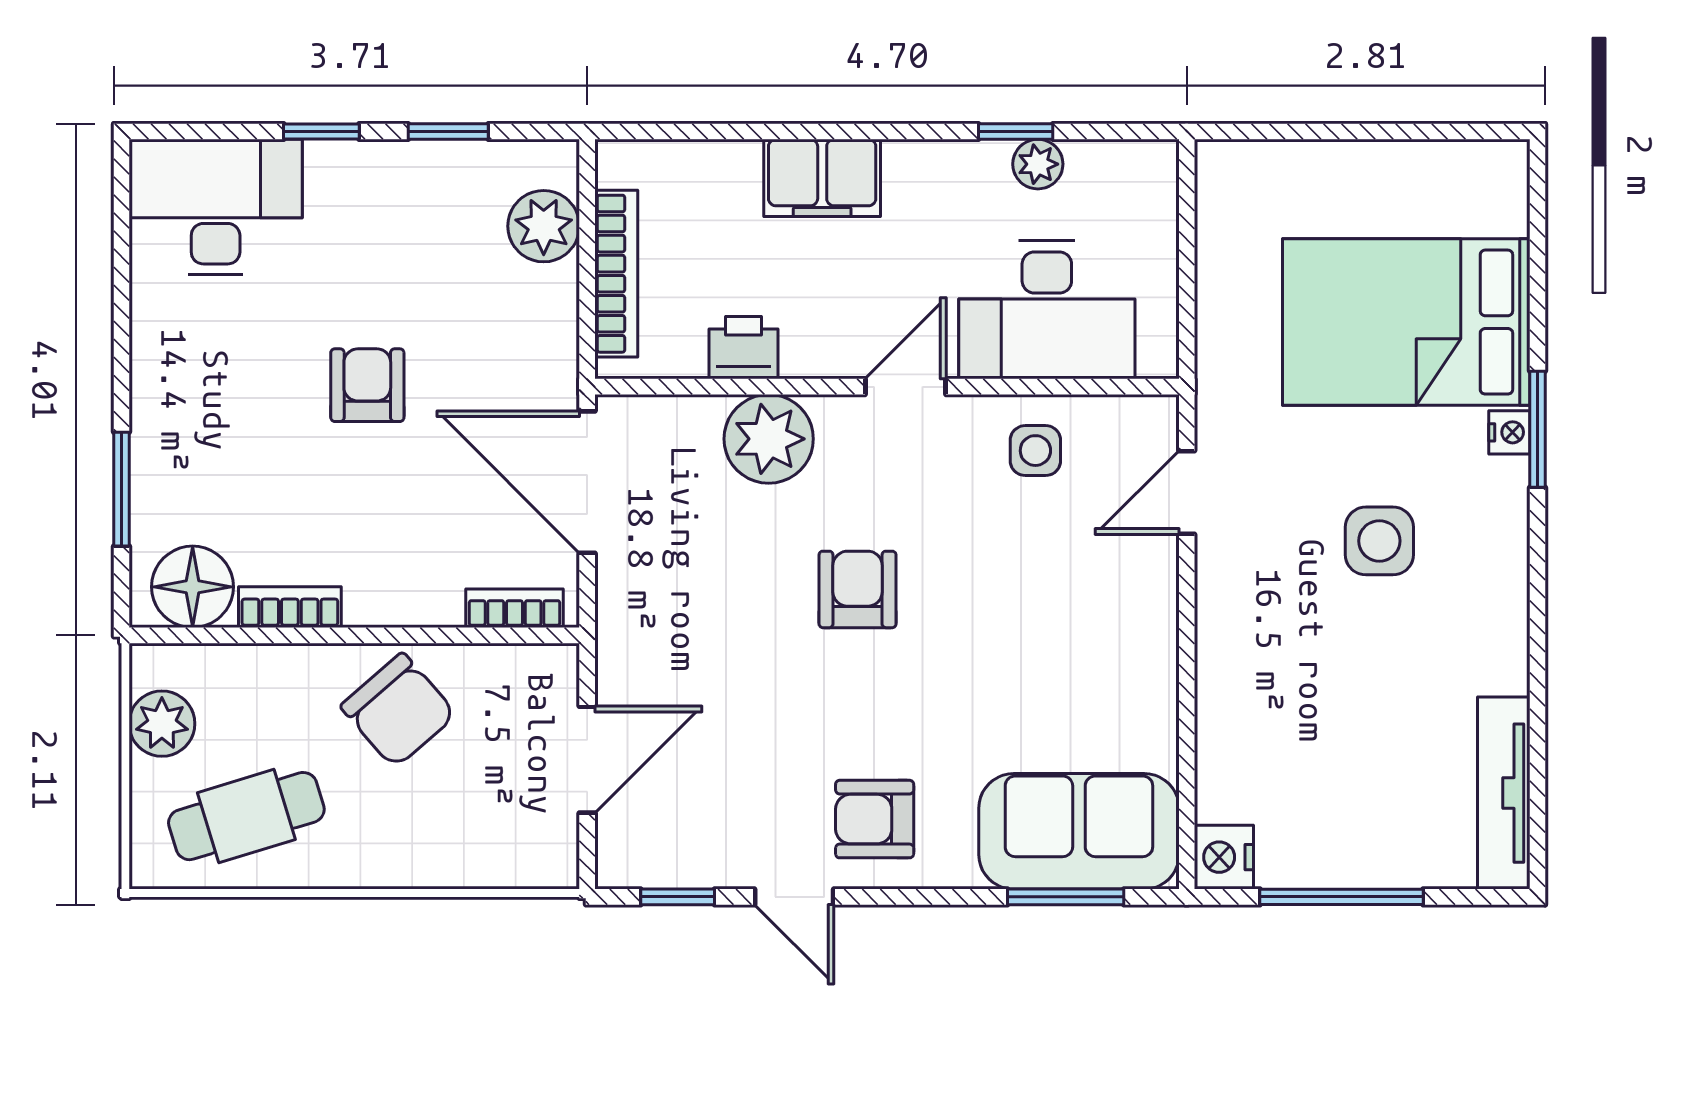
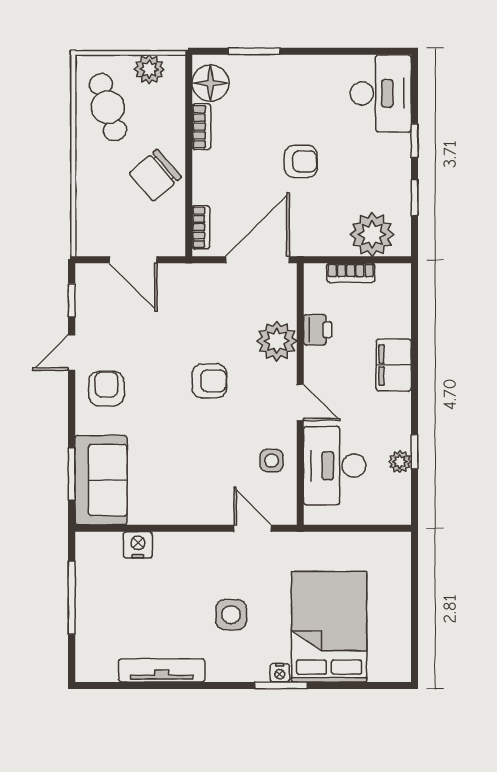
plant: (544, 226) -> (372, 234), width x1.36, depth x1.36
bookcase: (616, 274) -> (351, 273), width x0.64
tv unit: (1504, 793) -> (162, 670), moved
nightstand: (1224, 857) -> (138, 545), moved

